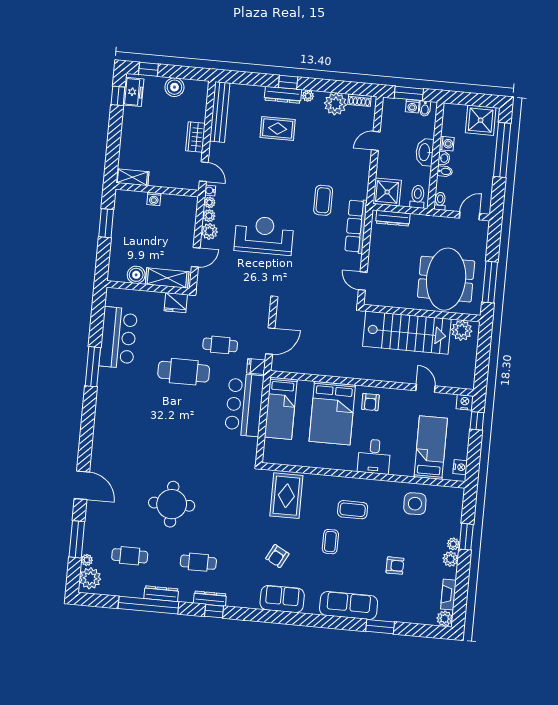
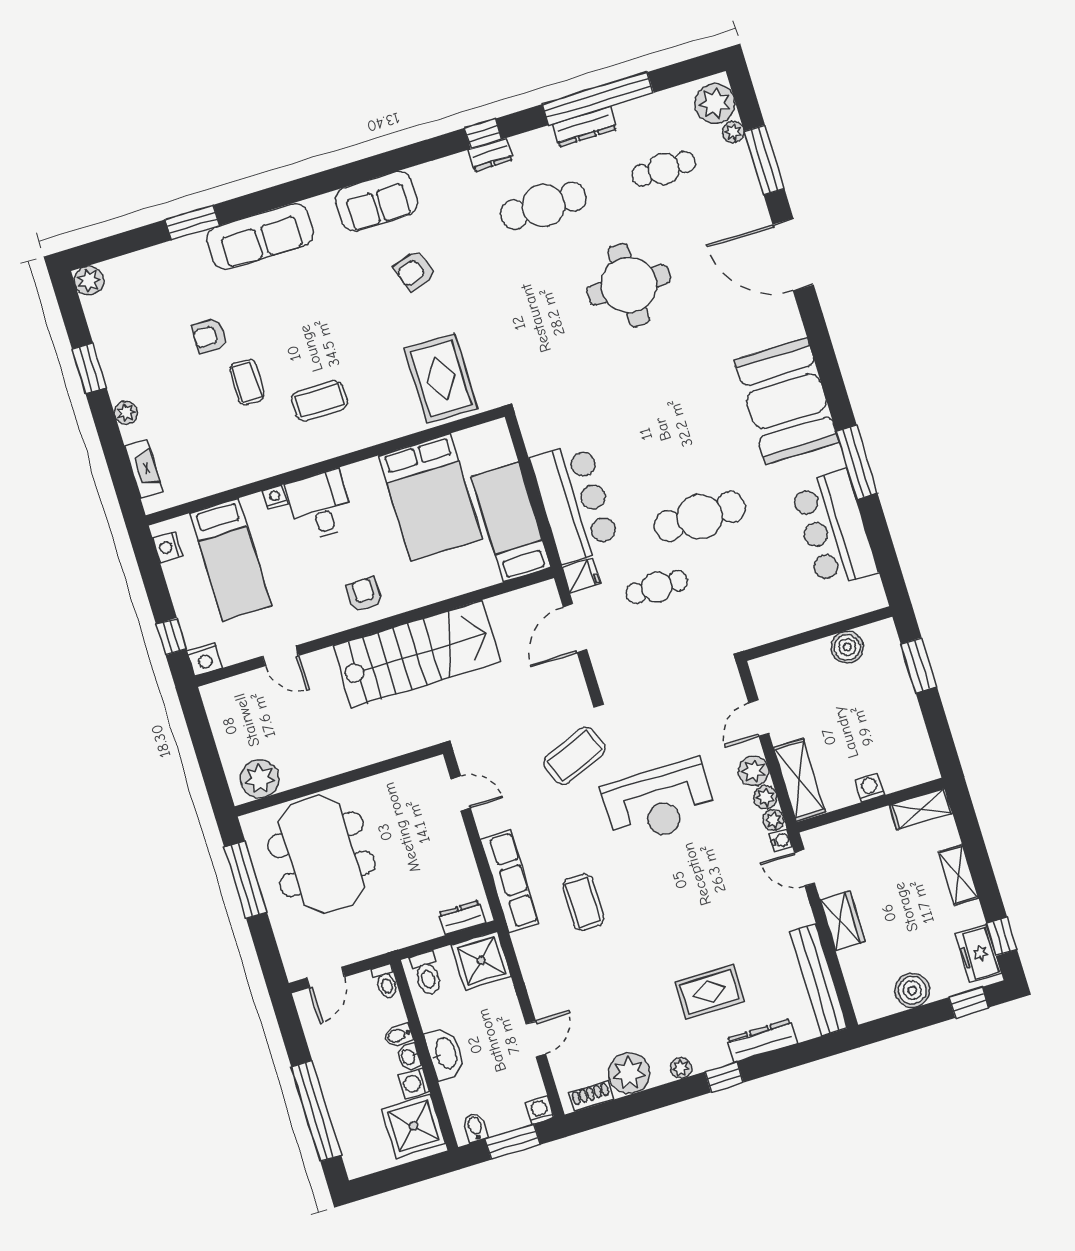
dresser: (283, 95) -> (762, 1041), moved
washing machine: (412, 106) -> (540, 1110), moved
shower: (481, 120) -> (413, 1126), moved
shelving: (127, 136) -> (958, 875), added
dresser: (393, 218) -> (462, 918), width x0.70
window: (106, 223) -> (919, 666), moved
coffee table: (297, 277) -> (575, 756), added
shelving: (167, 278) -> (799, 780), moved, turned 90
fridge: (176, 303) -> (761, 628), removed
stairs: (407, 333) -> (417, 654), moved, turned 180
booth: (116, 412) -> (786, 401), added
bed: (332, 413) -> (431, 497), moved, turned 180
nightstand: (395, 470) -> (275, 497), added
door: (82, 485) -> (793, 255), width x1.36
side table: (415, 504) -> (219, 454), removed
window: (466, 537) -> (89, 368), moved
coffee table: (330, 542) -> (247, 382), moved
armchair: (277, 556) -> (415, 270), turned -137
plant: (450, 559) -> (121, 385), removed
cafe table: (198, 562) -> (543, 205), width x1.37, depth x1.35
fireplace: (448, 595) -> (144, 469), moved
dresser: (210, 599) -> (490, 155), width x0.70

